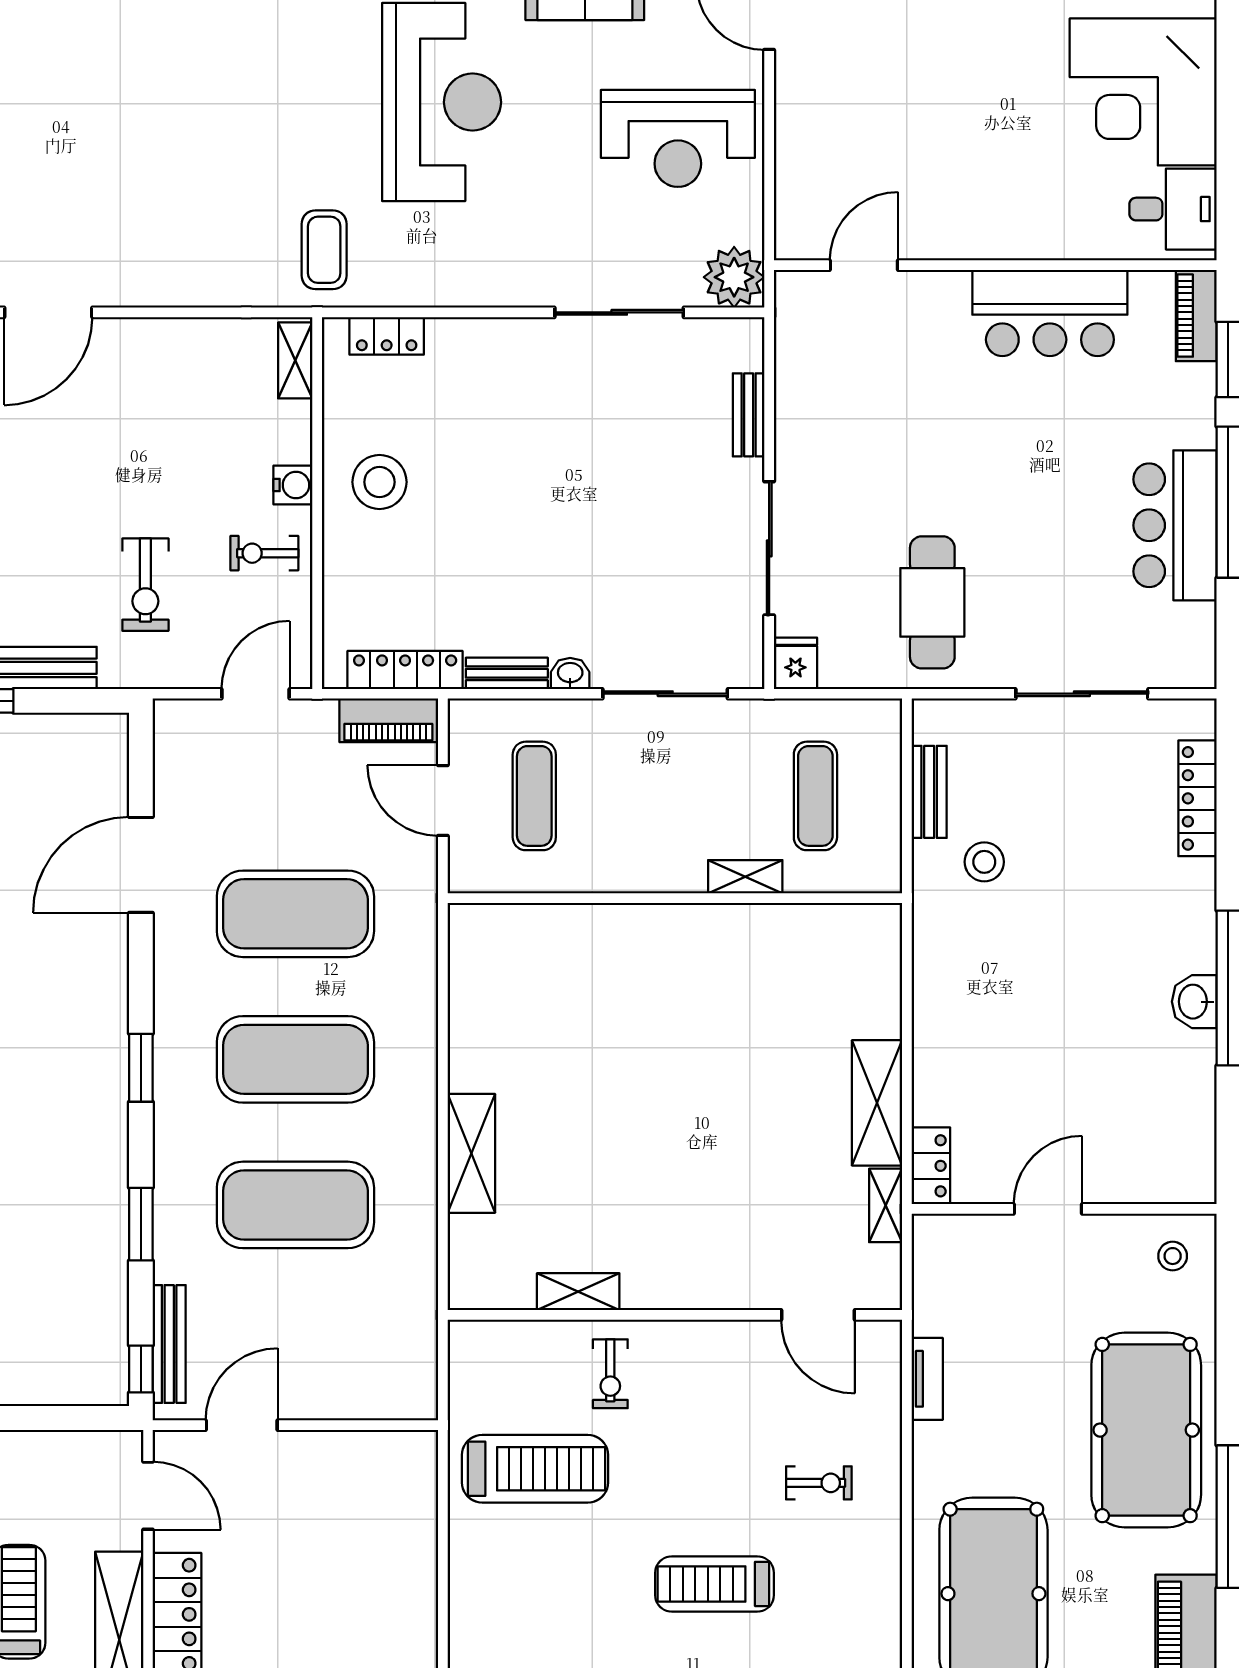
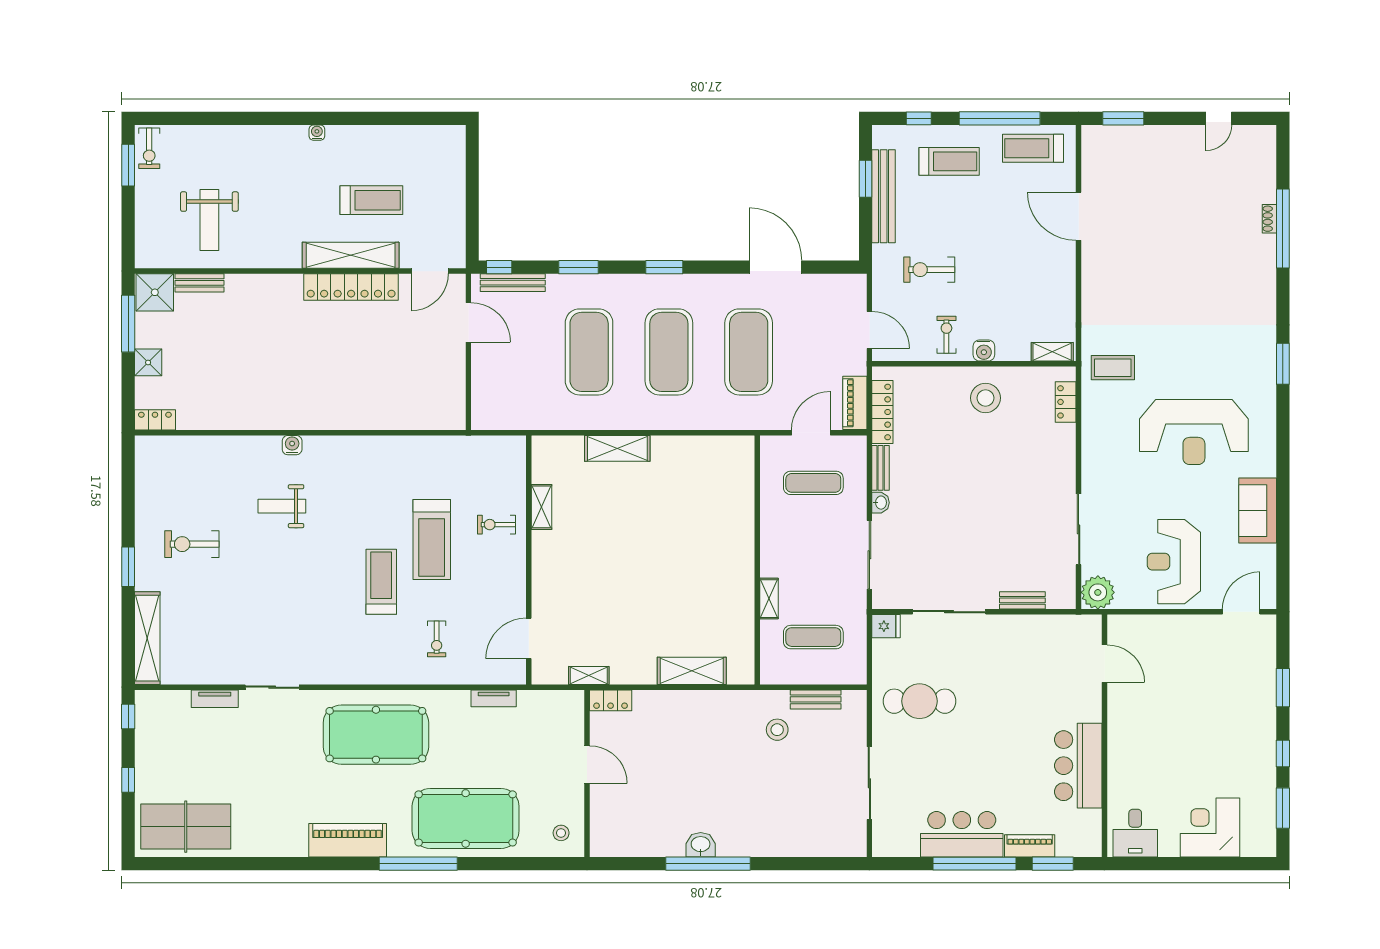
corner desk: (1143, 92) -> (1210, 827), width x0.74, depth x0.74
piano: (1196, 316) -> (1030, 846), moved
locker: (1197, 798) -> (812, 847), removed
shelving: (877, 1103) -> (692, 671), moved
treadmill: (535, 1469) -> (432, 539), moved

